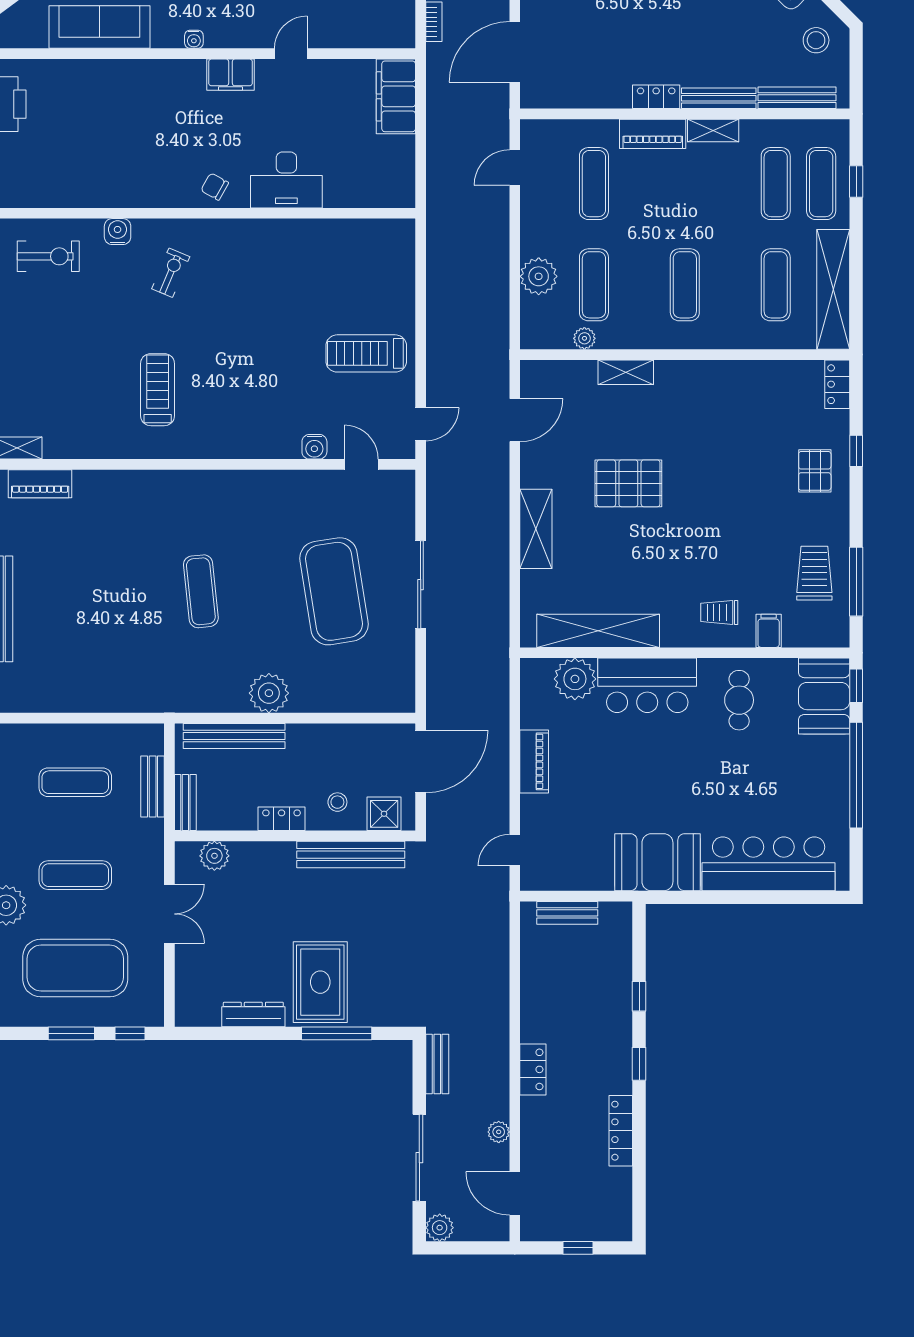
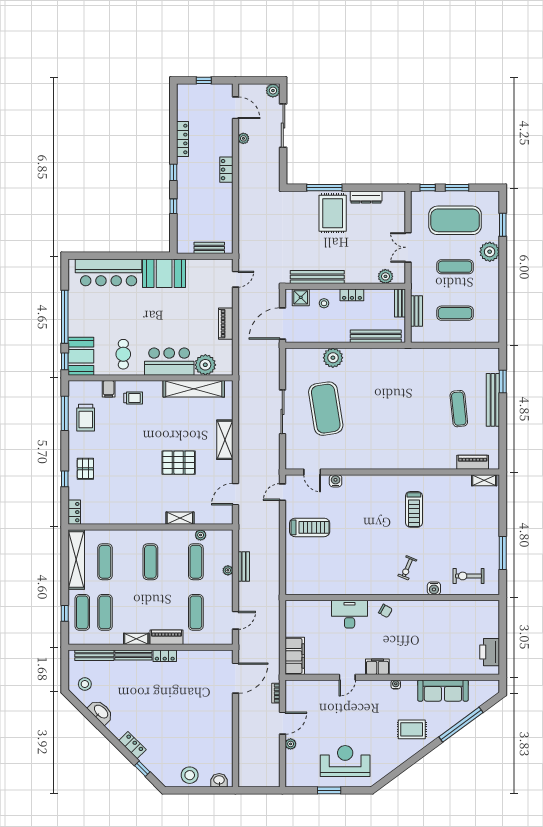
plant: (539, 276) -> (228, 570), width x0.53, depth x0.53
exercise mat: (201, 591) -> (459, 409), moved
plant: (269, 693) -> (333, 358), moved
bench: (437, 1064) -> (244, 567), moved

